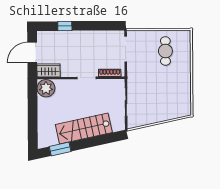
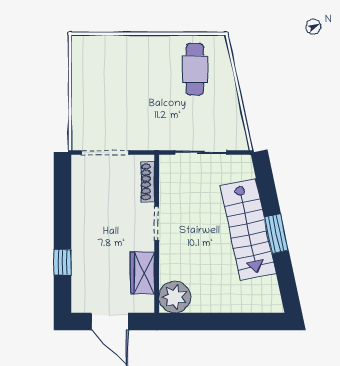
cafe table: (165, 51) -> (195, 69), moved, turned 90
wardrobe: (49, 70) -> (142, 273), moved
window: (60, 149) -> (276, 234), moved

